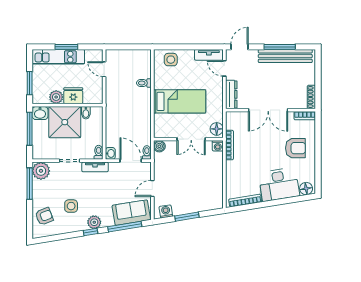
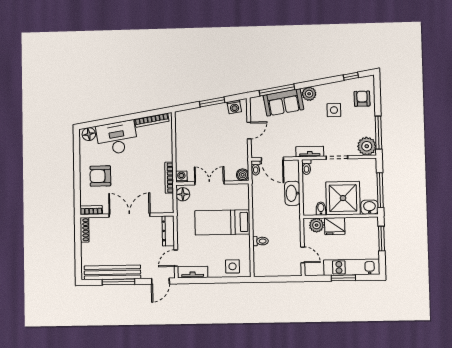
door: (224, 68) -> (176, 258), swing flipped
plant: (56, 97) -> (317, 225), moved
washbasin: (110, 153) -> (292, 193), moved, width x1.91, depth x1.45
sofa: (131, 213) -> (283, 102), moved
armchair: (44, 216) -> (362, 99), turned 111
window: (91, 232) -> (351, 76), moved

